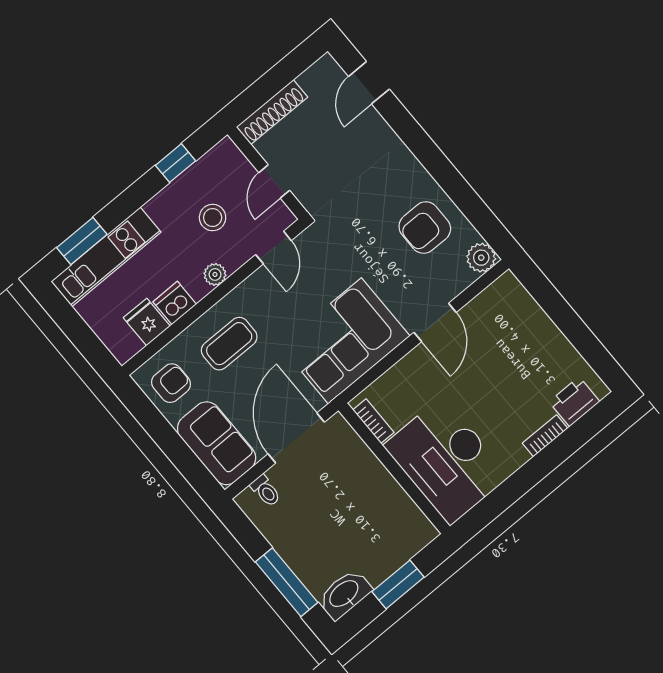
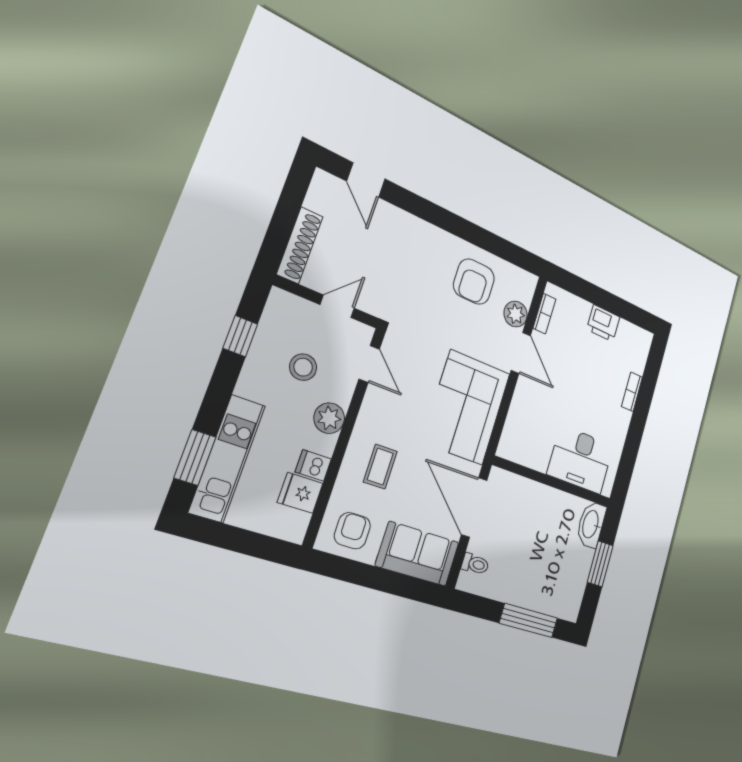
door: (274, 181) -> (337, 306), swing flipped
plant: (481, 258) -> (516, 314), moved
plant: (215, 274) -> (329, 418), width x1.38, depth x1.38
dishwasher: (175, 303) -> (313, 465), width x0.73
coffee table: (229, 344) -> (380, 467), width x0.73, depth x0.77
printer: (574, 402) -> (603, 323), moved, turned -90
bookcase: (373, 421) -> (544, 314), moved, turned 90
desk: (446, 461) -> (581, 460), width x0.73, depth x0.77
washbasin: (344, 594) -> (591, 524), moved

